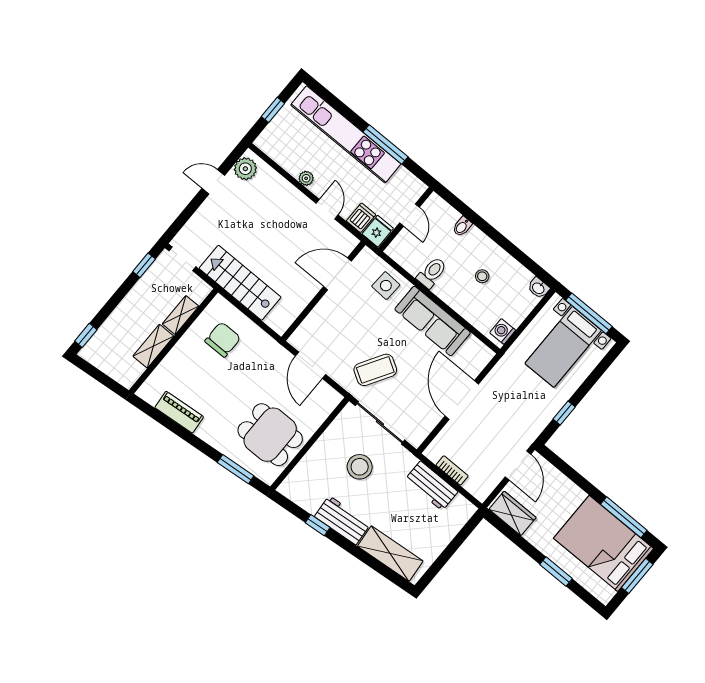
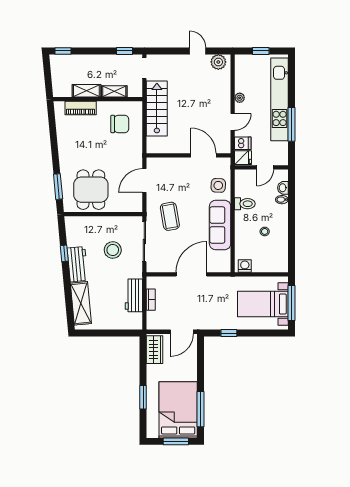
washbasin: (539, 288) -> (283, 188), moved
coffee table: (375, 370) -> (170, 216), turned 49
piano: (179, 412) -> (81, 108), moved, turned 95

